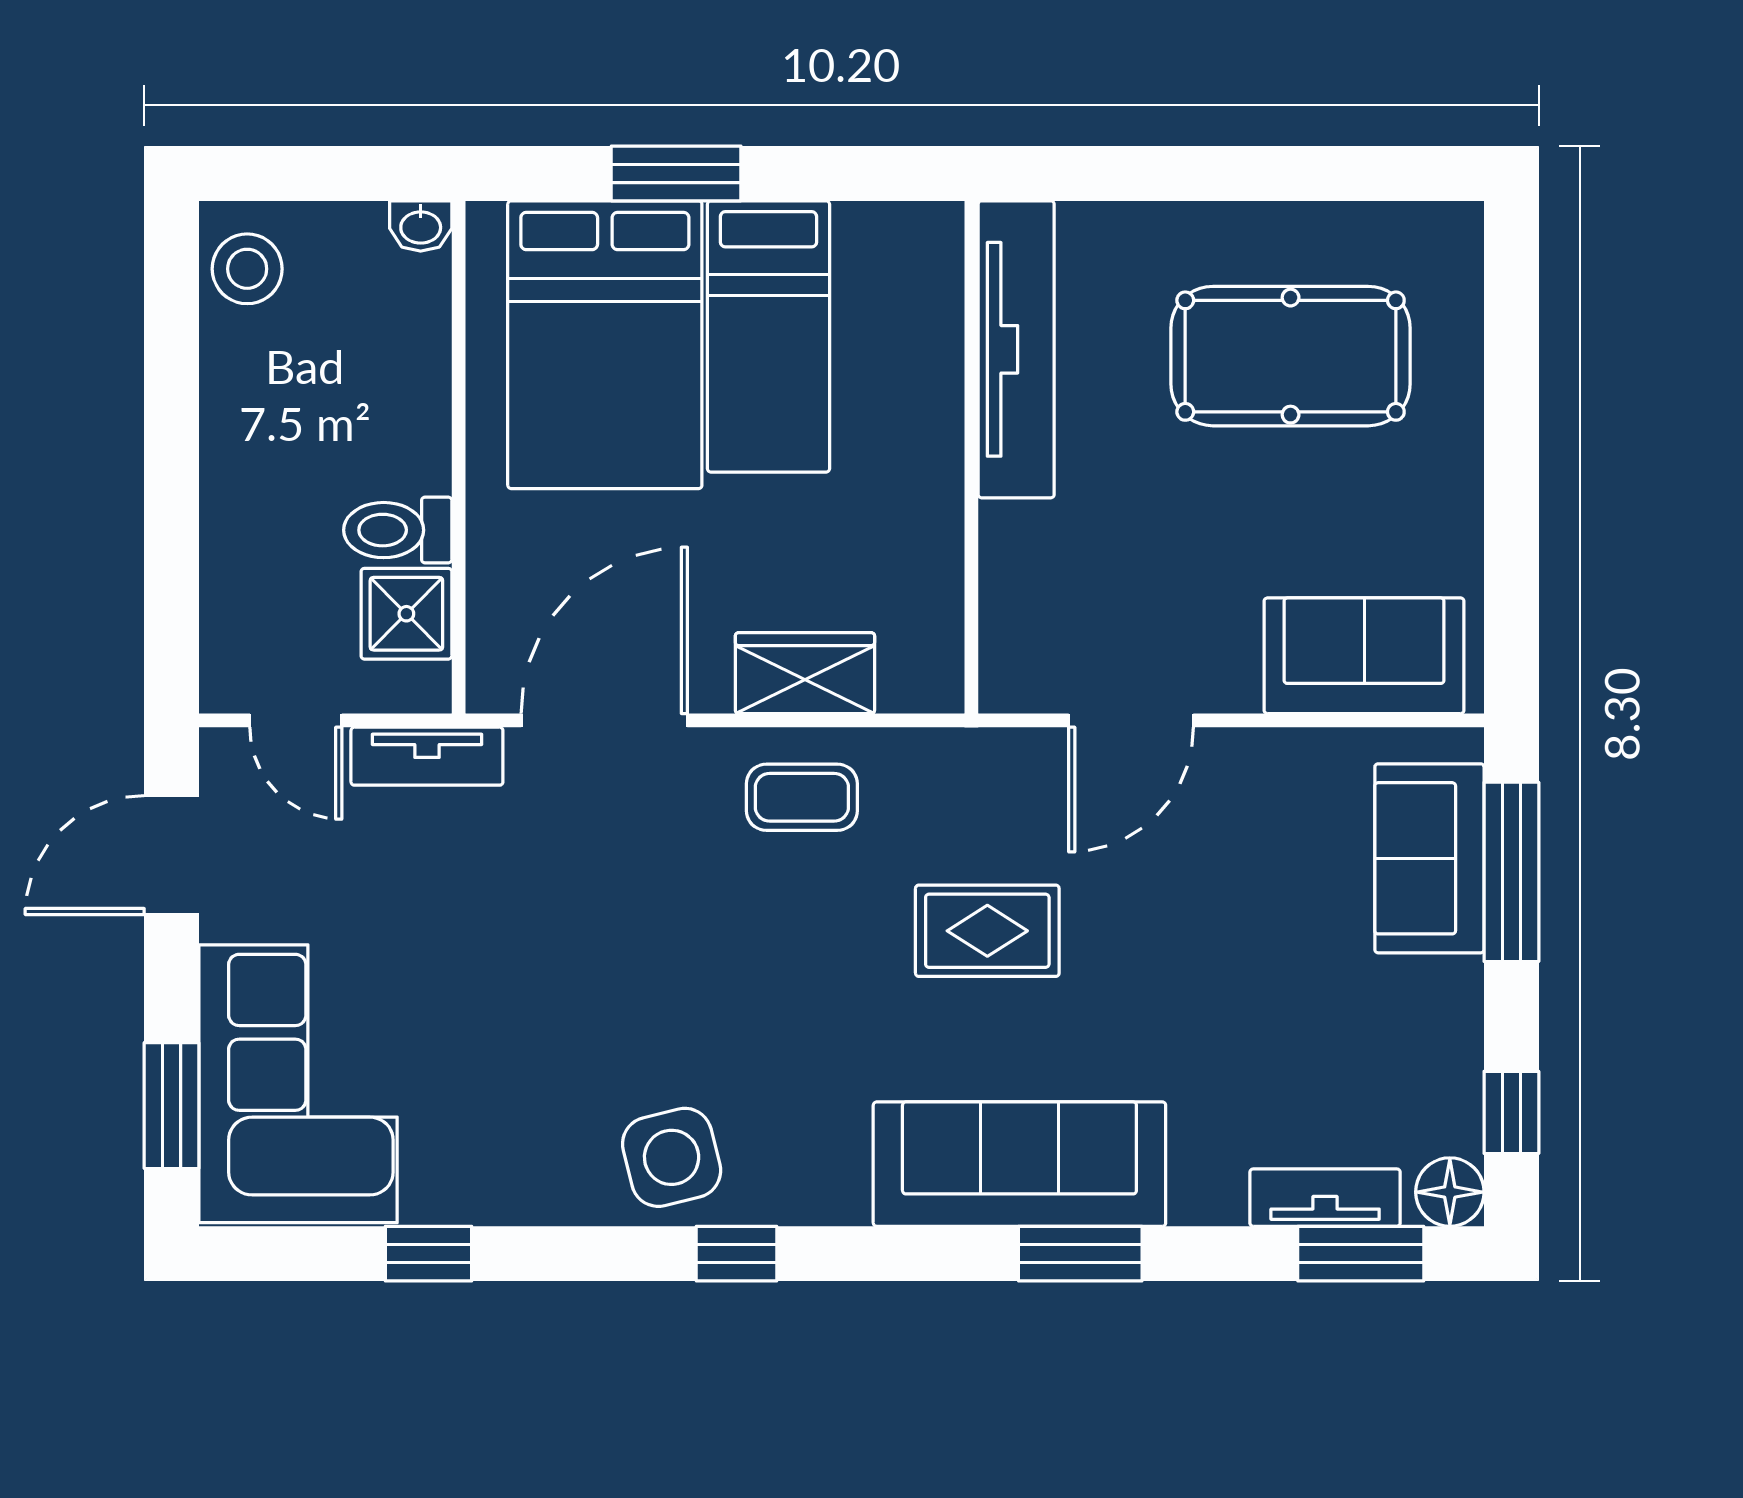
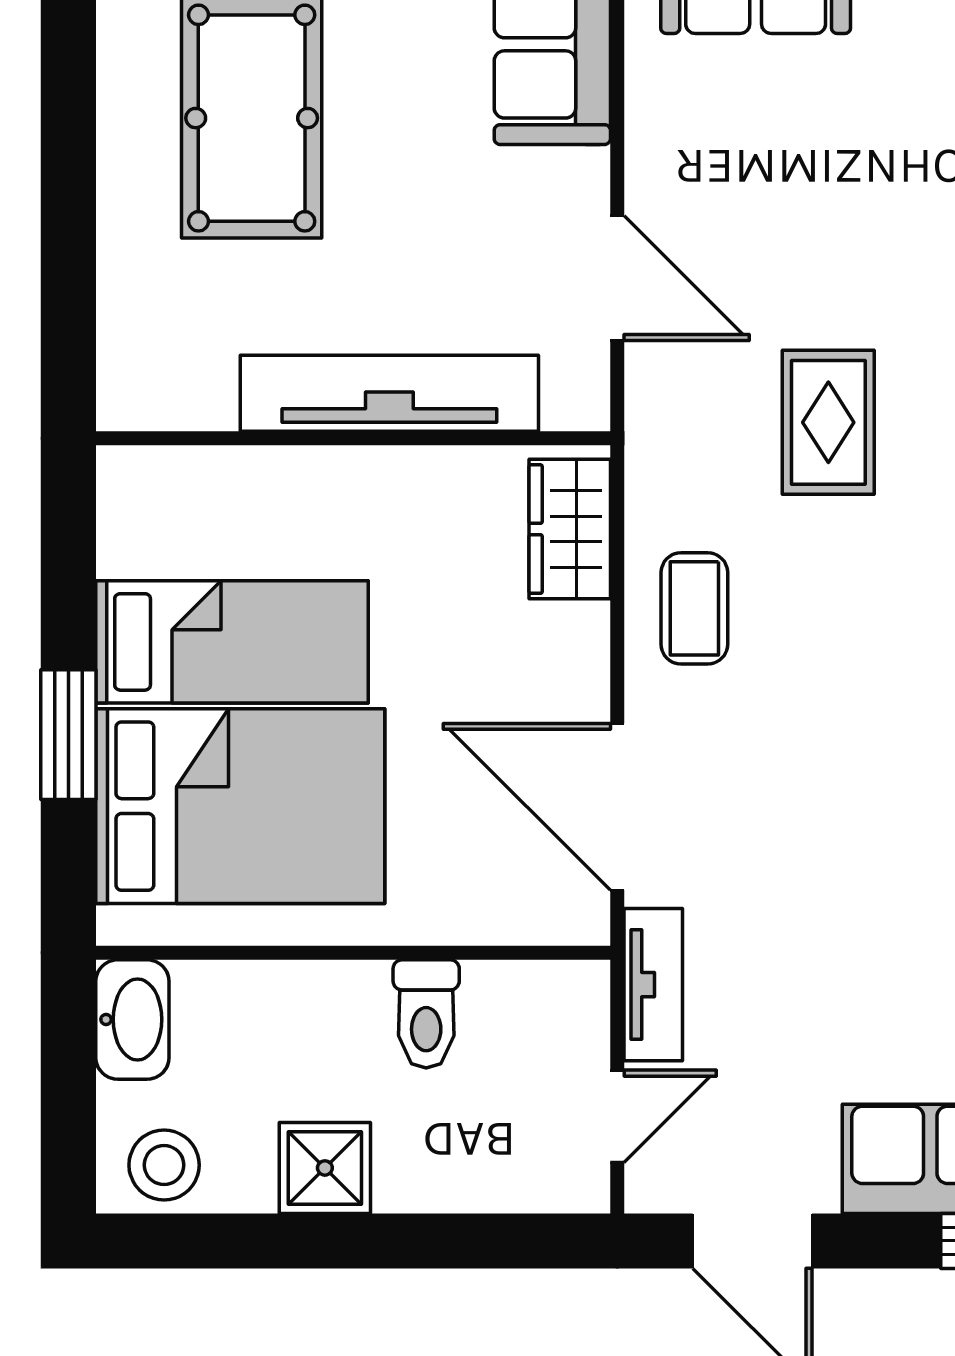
washbasin: (421, 226) -> (132, 1019), width x1.91, depth x1.45
tv unit: (1016, 349) -> (389, 393), moved
shower: (406, 614) -> (325, 1168), moved
wardrobe: (805, 673) -> (570, 529), moved

